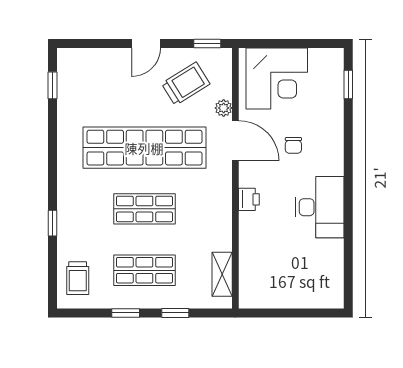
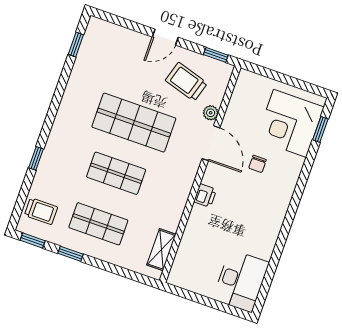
corner desk: (277, 79) -> (290, 123), moved, turned 90
trolley: (186, 84) -> (186, 82), turned -131
shop shelf: (144, 148) -> (134, 123), width x0.71
desk: (320, 207) -> (241, 281), moved
trolley: (78, 278) -> (41, 211), turned -90
window: (175, 313) -> (33, 240), moved

